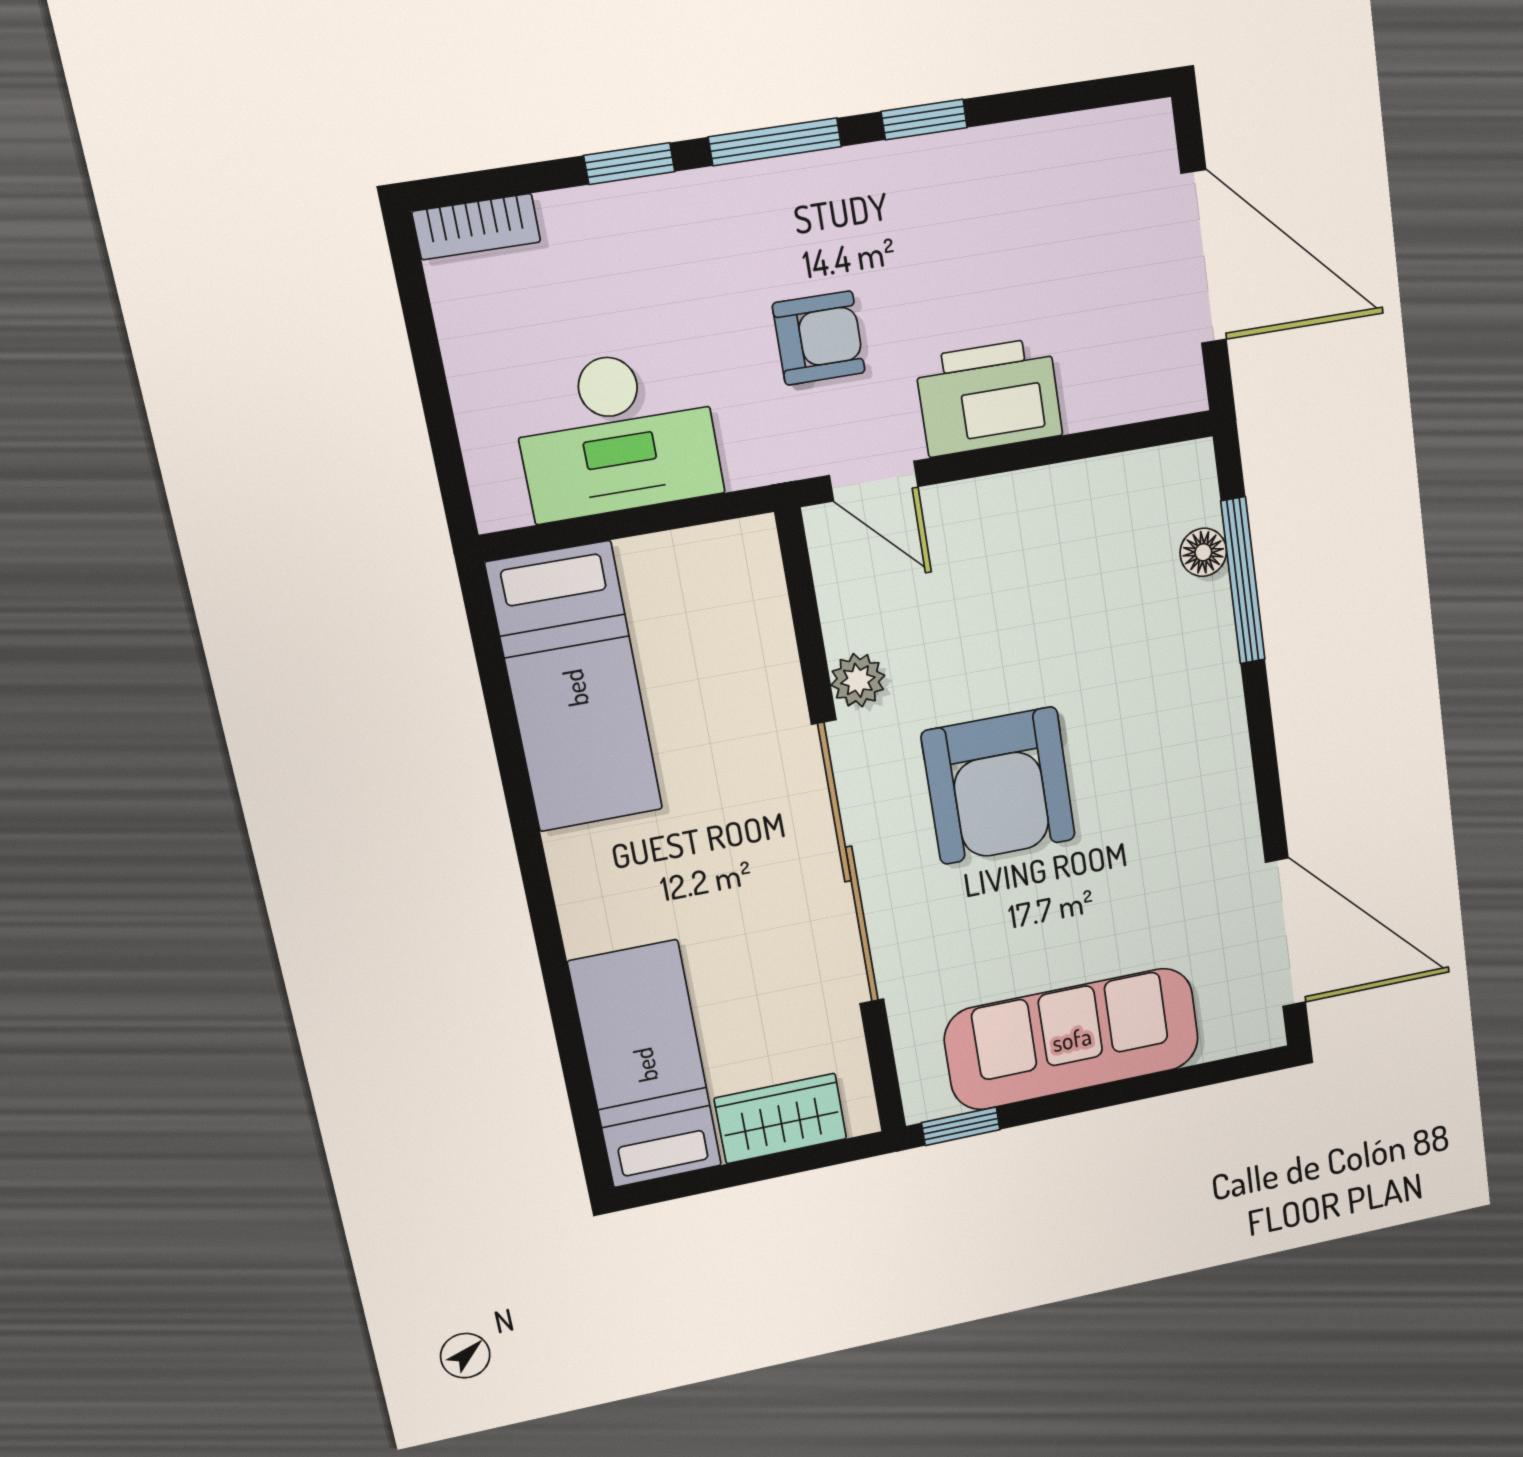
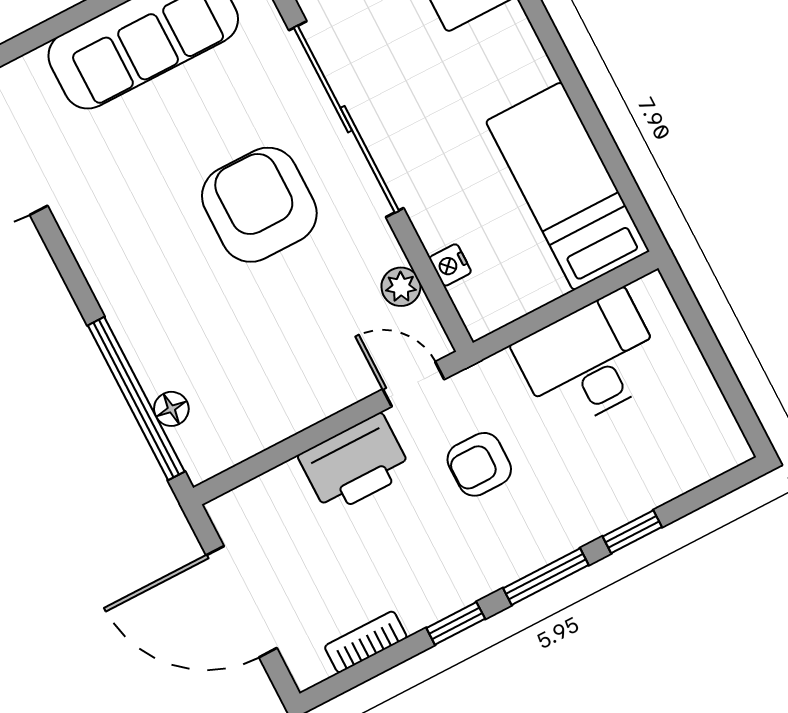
bookcase: (476, 227) -> (366, 642), moved
window: (1243, 581) -> (136, 399), width x1.46
nightstand: (771, 629) -> (450, 265), added
plant: (858, 680) -> (401, 287), moved

